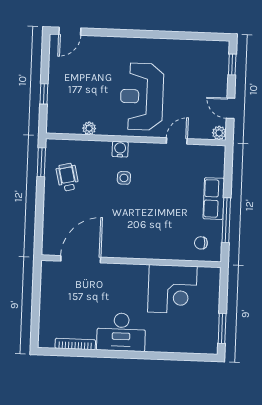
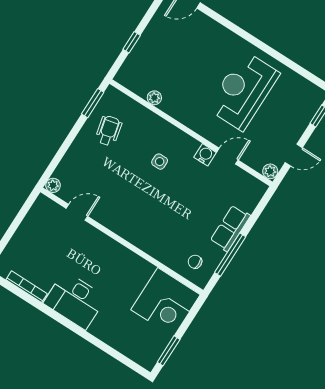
reception desk: (142, 97) -> (243, 91), moved
door: (231, 108) -> (294, 155), swing flipped
water cooler: (120, 149) -> (205, 155), moved
plant: (48, 249) -> (53, 185), added
door: (81, 259) -> (77, 212), width x0.53
corner desk: (172, 289) -> (165, 302), moved

